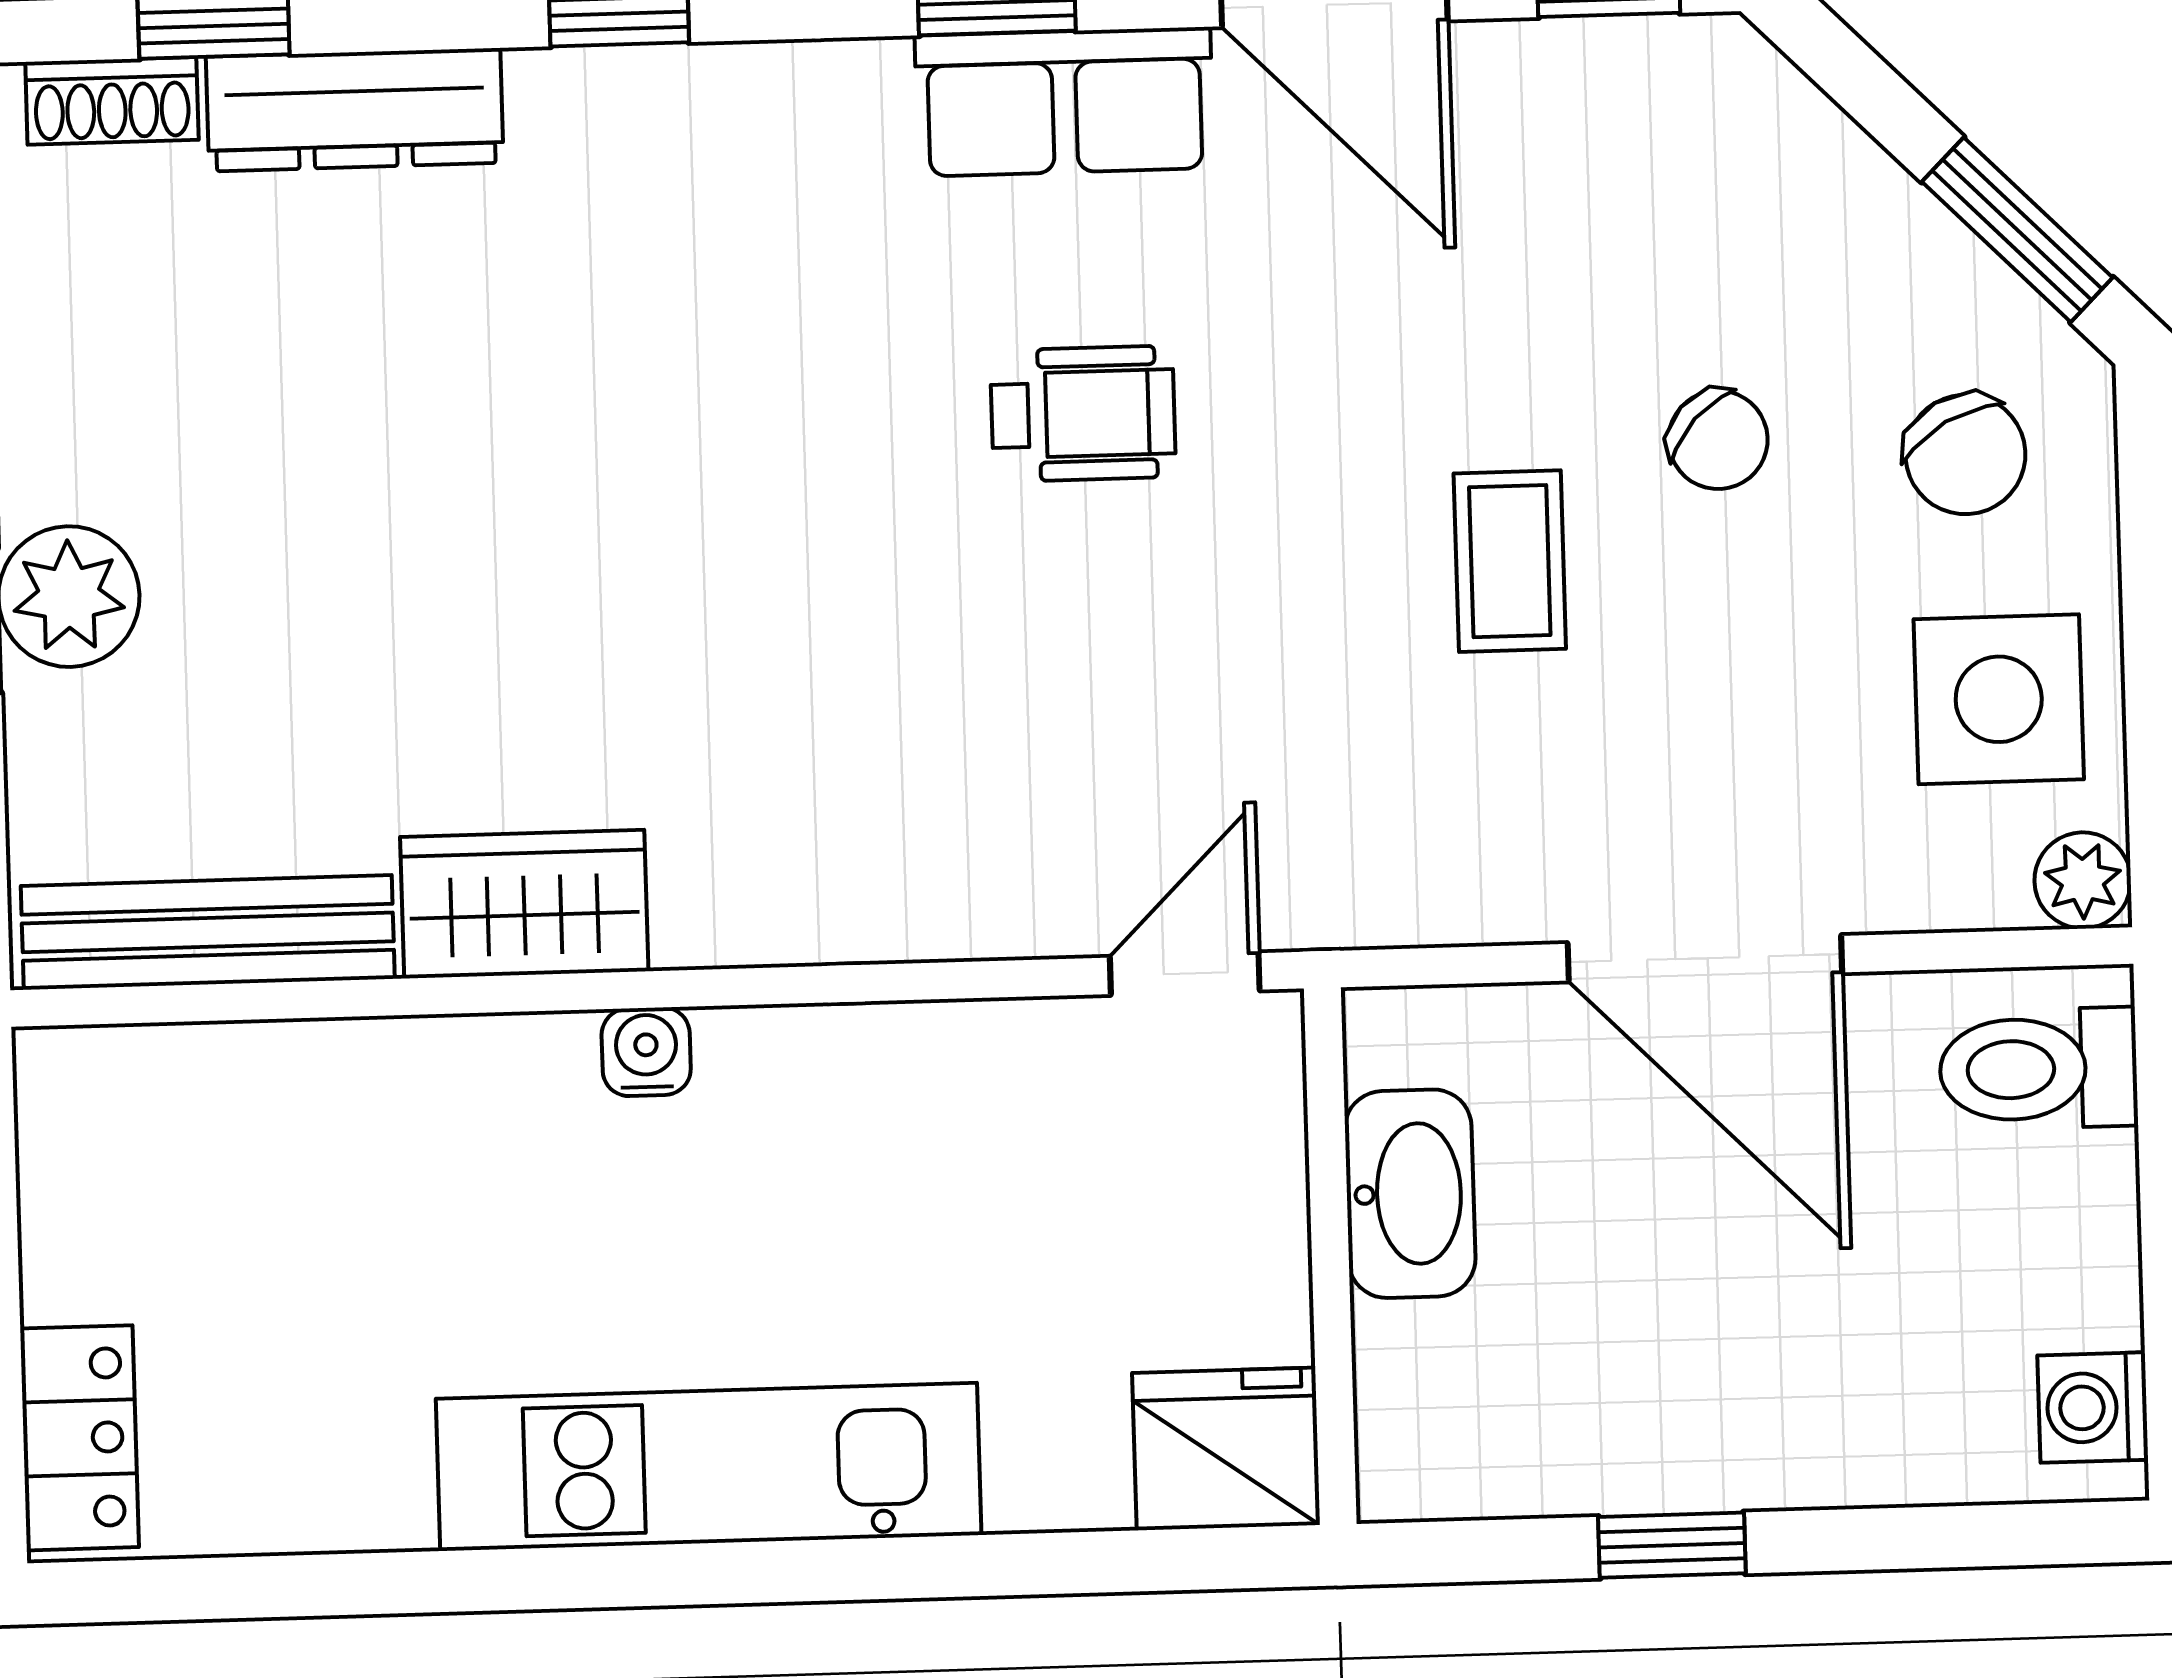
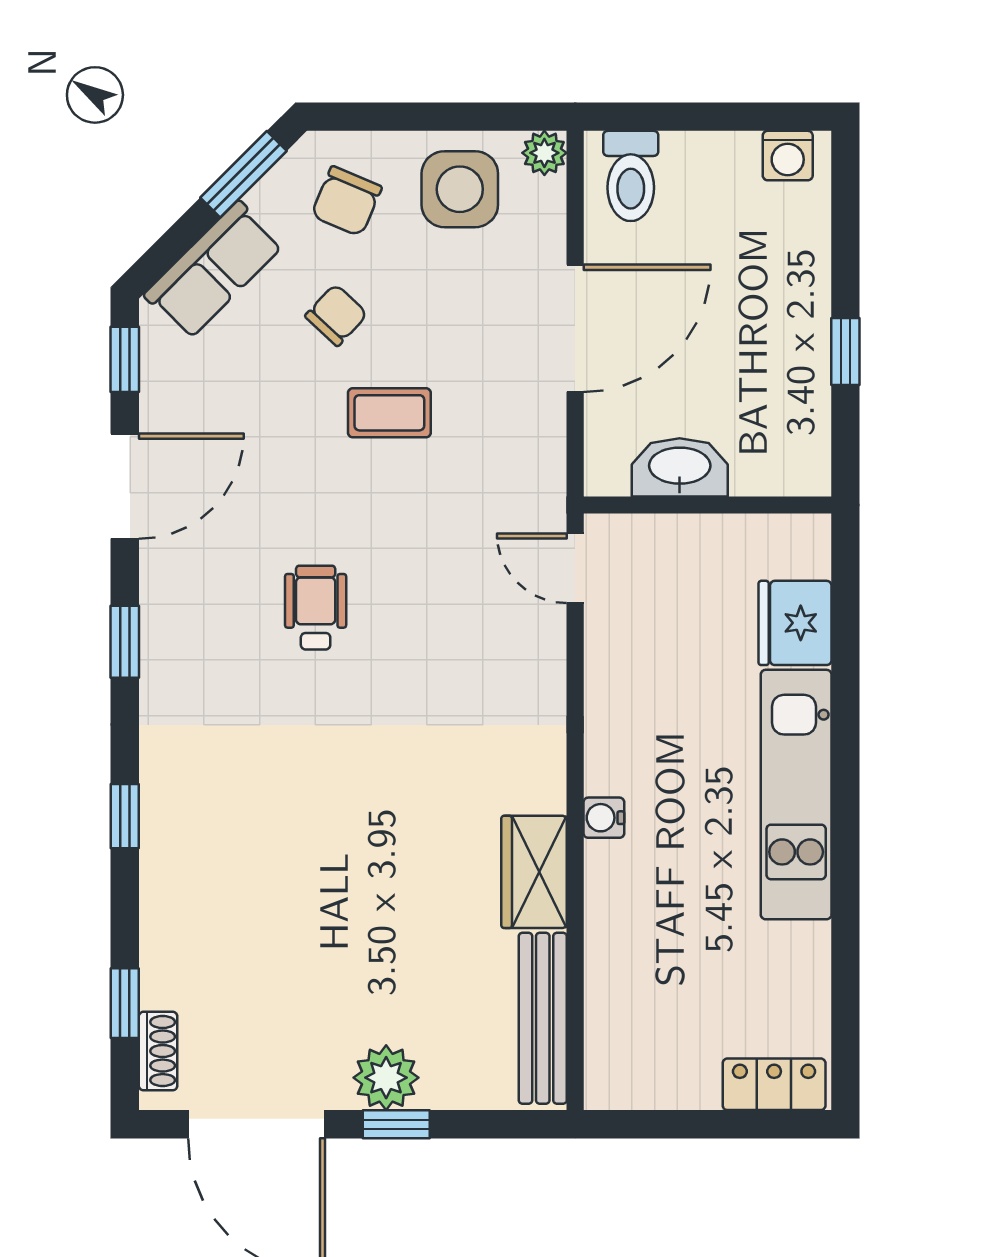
row of seats: (1064, 102) -> (214, 270), moved, turned 45
dresser: (355, 110) -> (165, 939), removed
chair: (1965, 454) -> (346, 201), turned 142
fridge: (1226, 1449) -> (795, 623), moved

